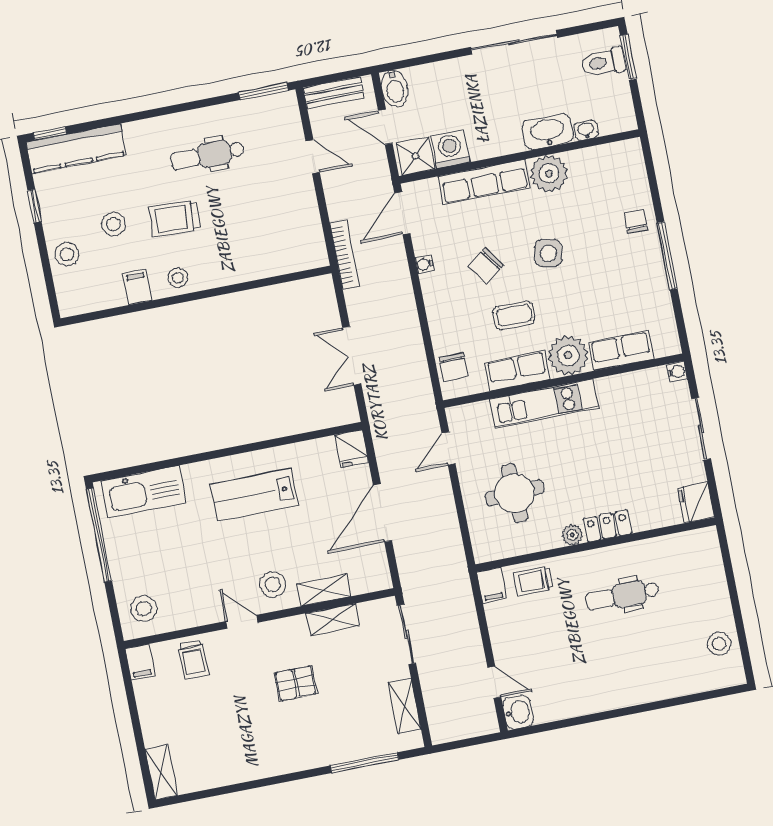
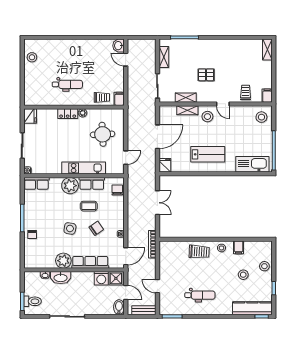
trolley: (175, 218) -> (199, 252), moved
row of seats: (621, 351) -> (36, 183), moved

